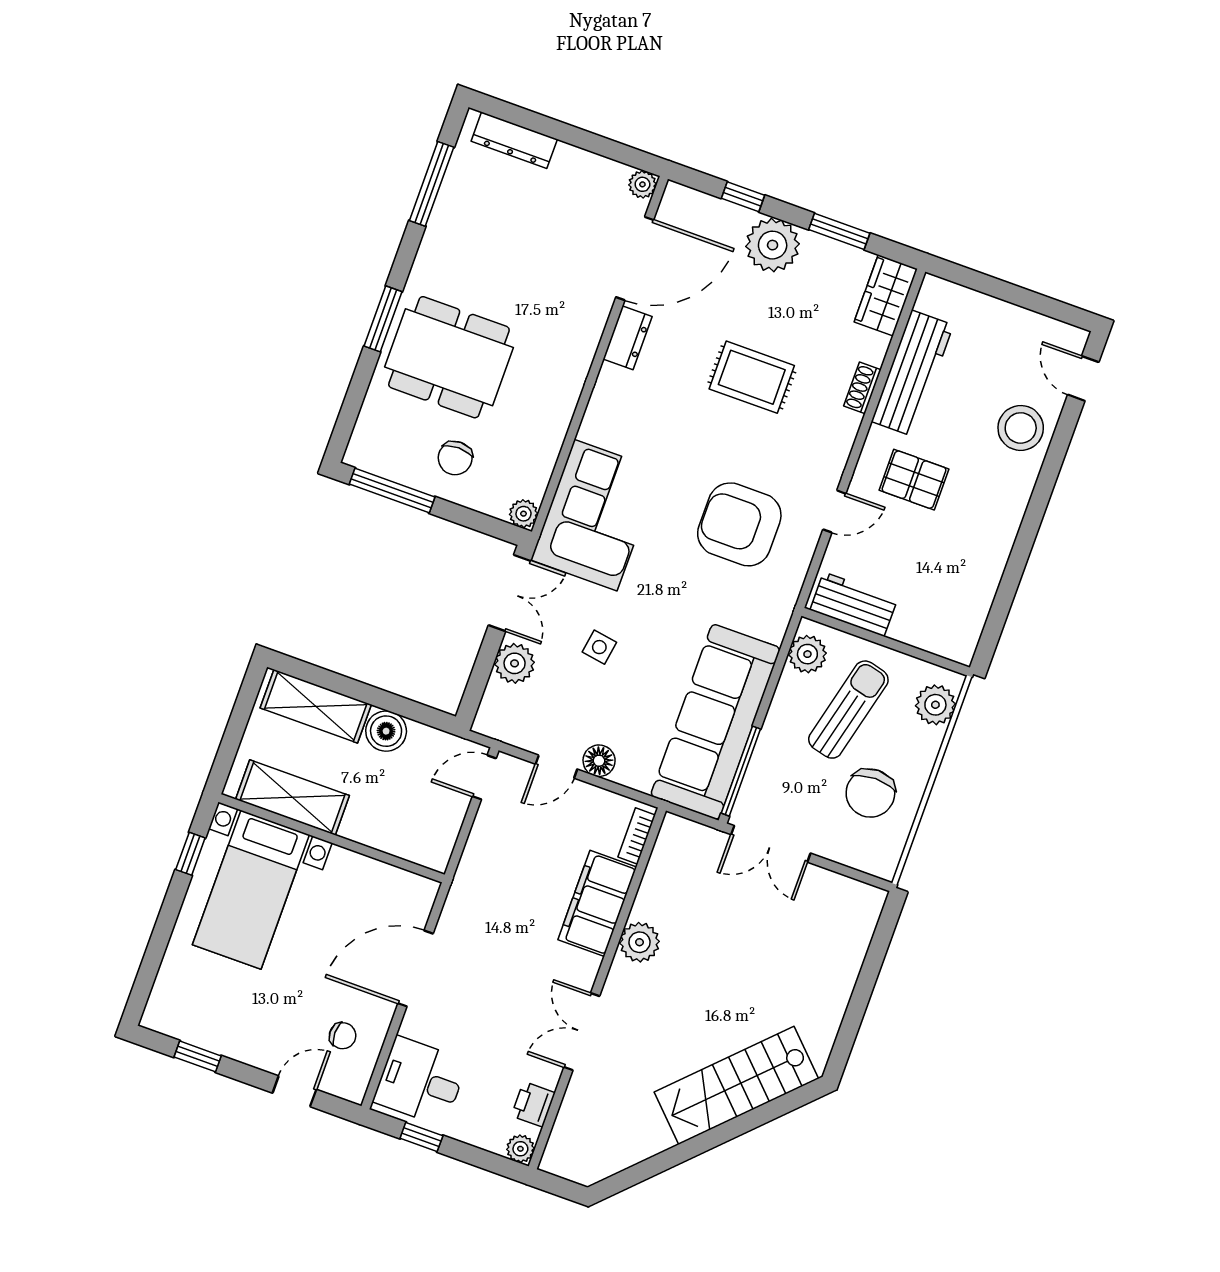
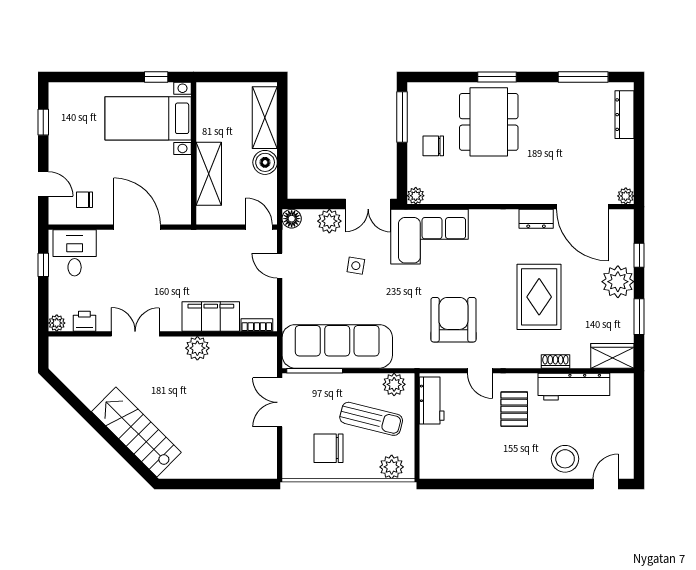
rug: (752, 377) -> (539, 297), width x1.36, depth x1.43
floor lamp: (599, 761) -> (292, 219), moved
shelving: (293, 797) -> (209, 174), moved
chair: (343, 1036) -> (84, 200), turned 90

